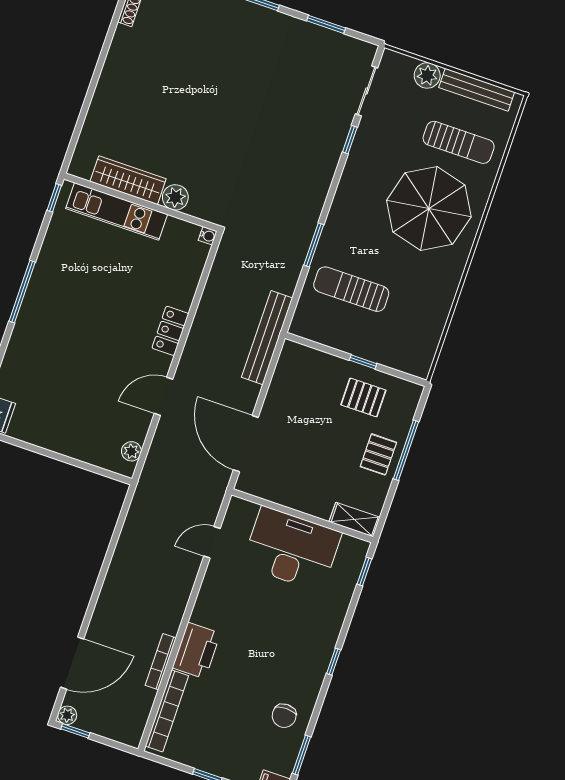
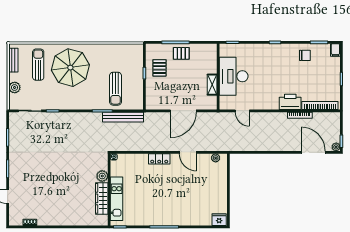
bench: (477, 90) -> (13, 60), width x0.73
bench: (267, 338) -> (123, 117), moved
door: (246, 444) -> (183, 111), moved
shelving: (355, 520) -> (212, 85), moved

